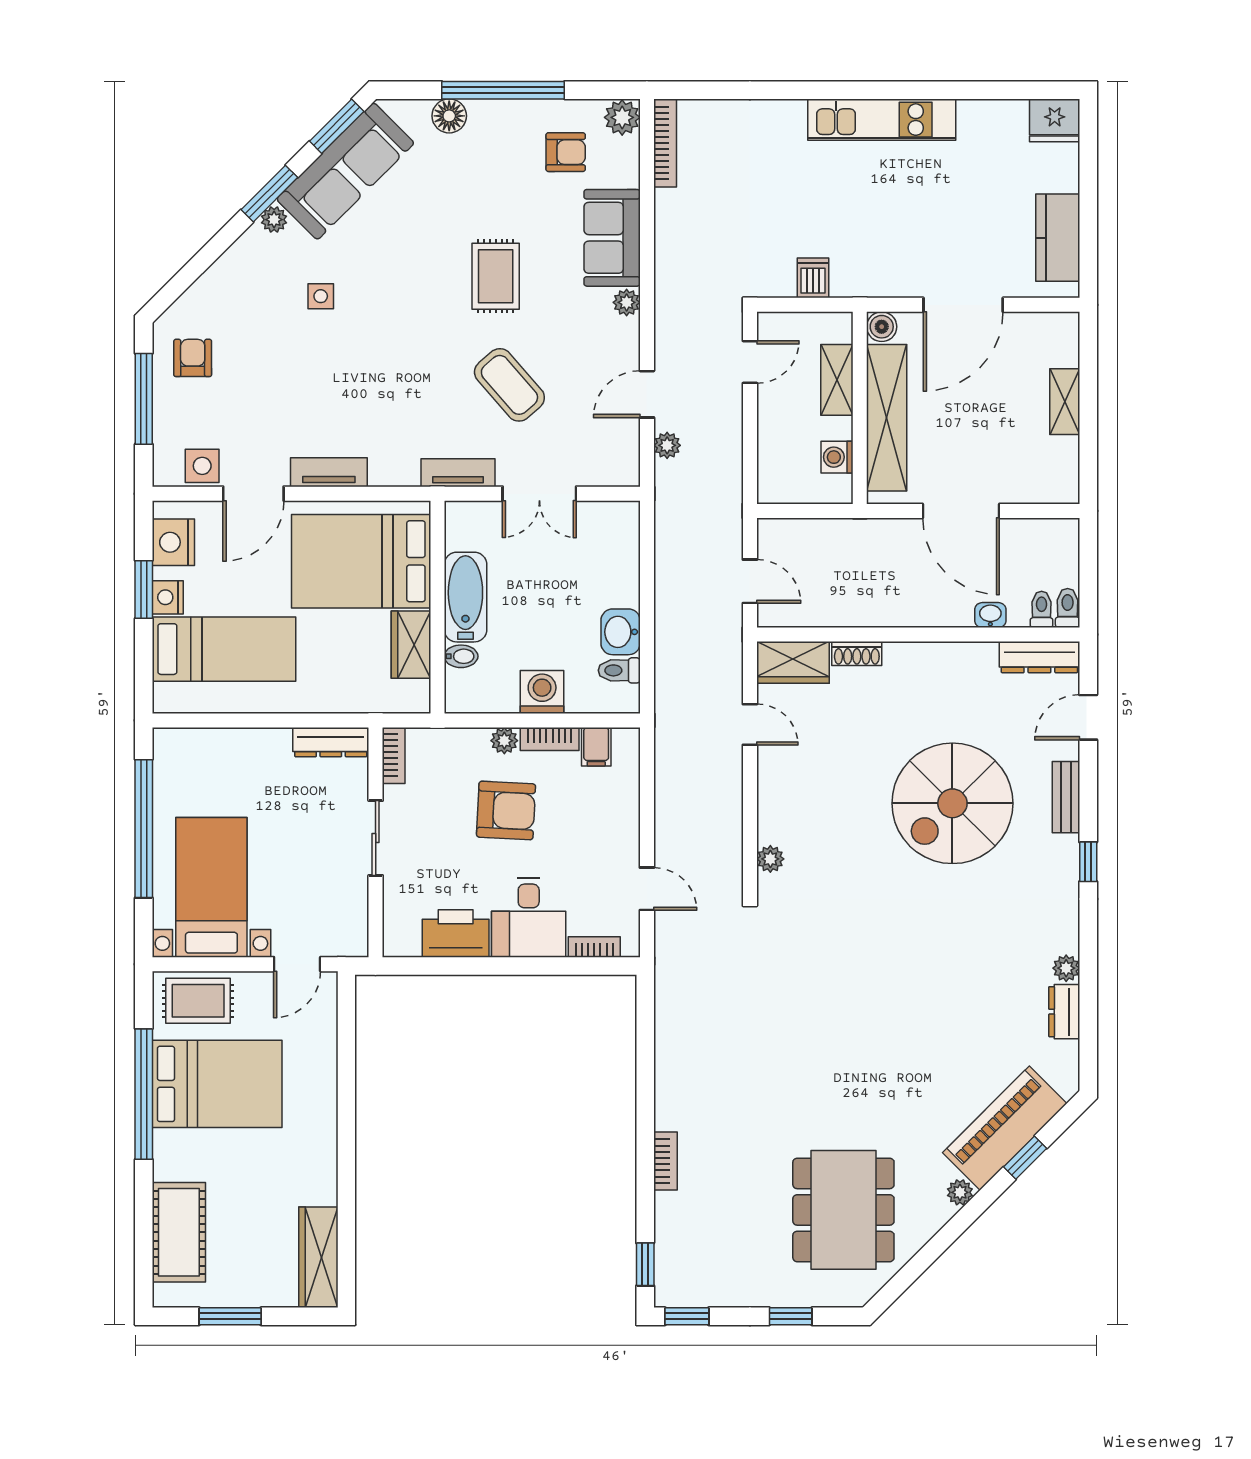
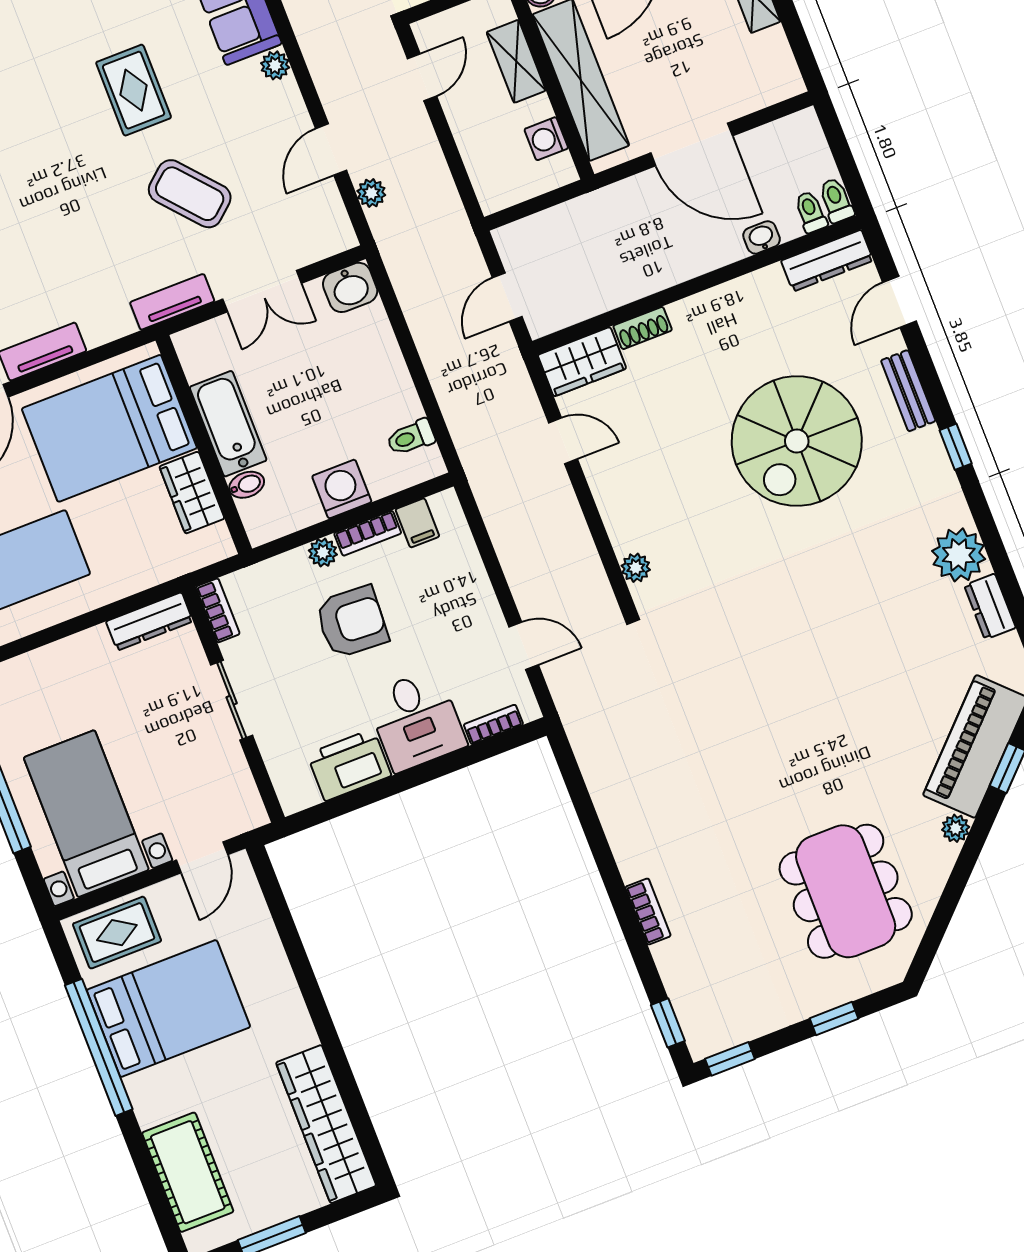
door: (750, 581) -> (507, 297), swing flipped
washbasin: (621, 632) -> (350, 287), moved, turned -90
plant: (1066, 968) -> (959, 555), width x1.87, depth x1.87
wardrobe: (318, 1257) -> (326, 1124), width x1.40, depth x1.17

